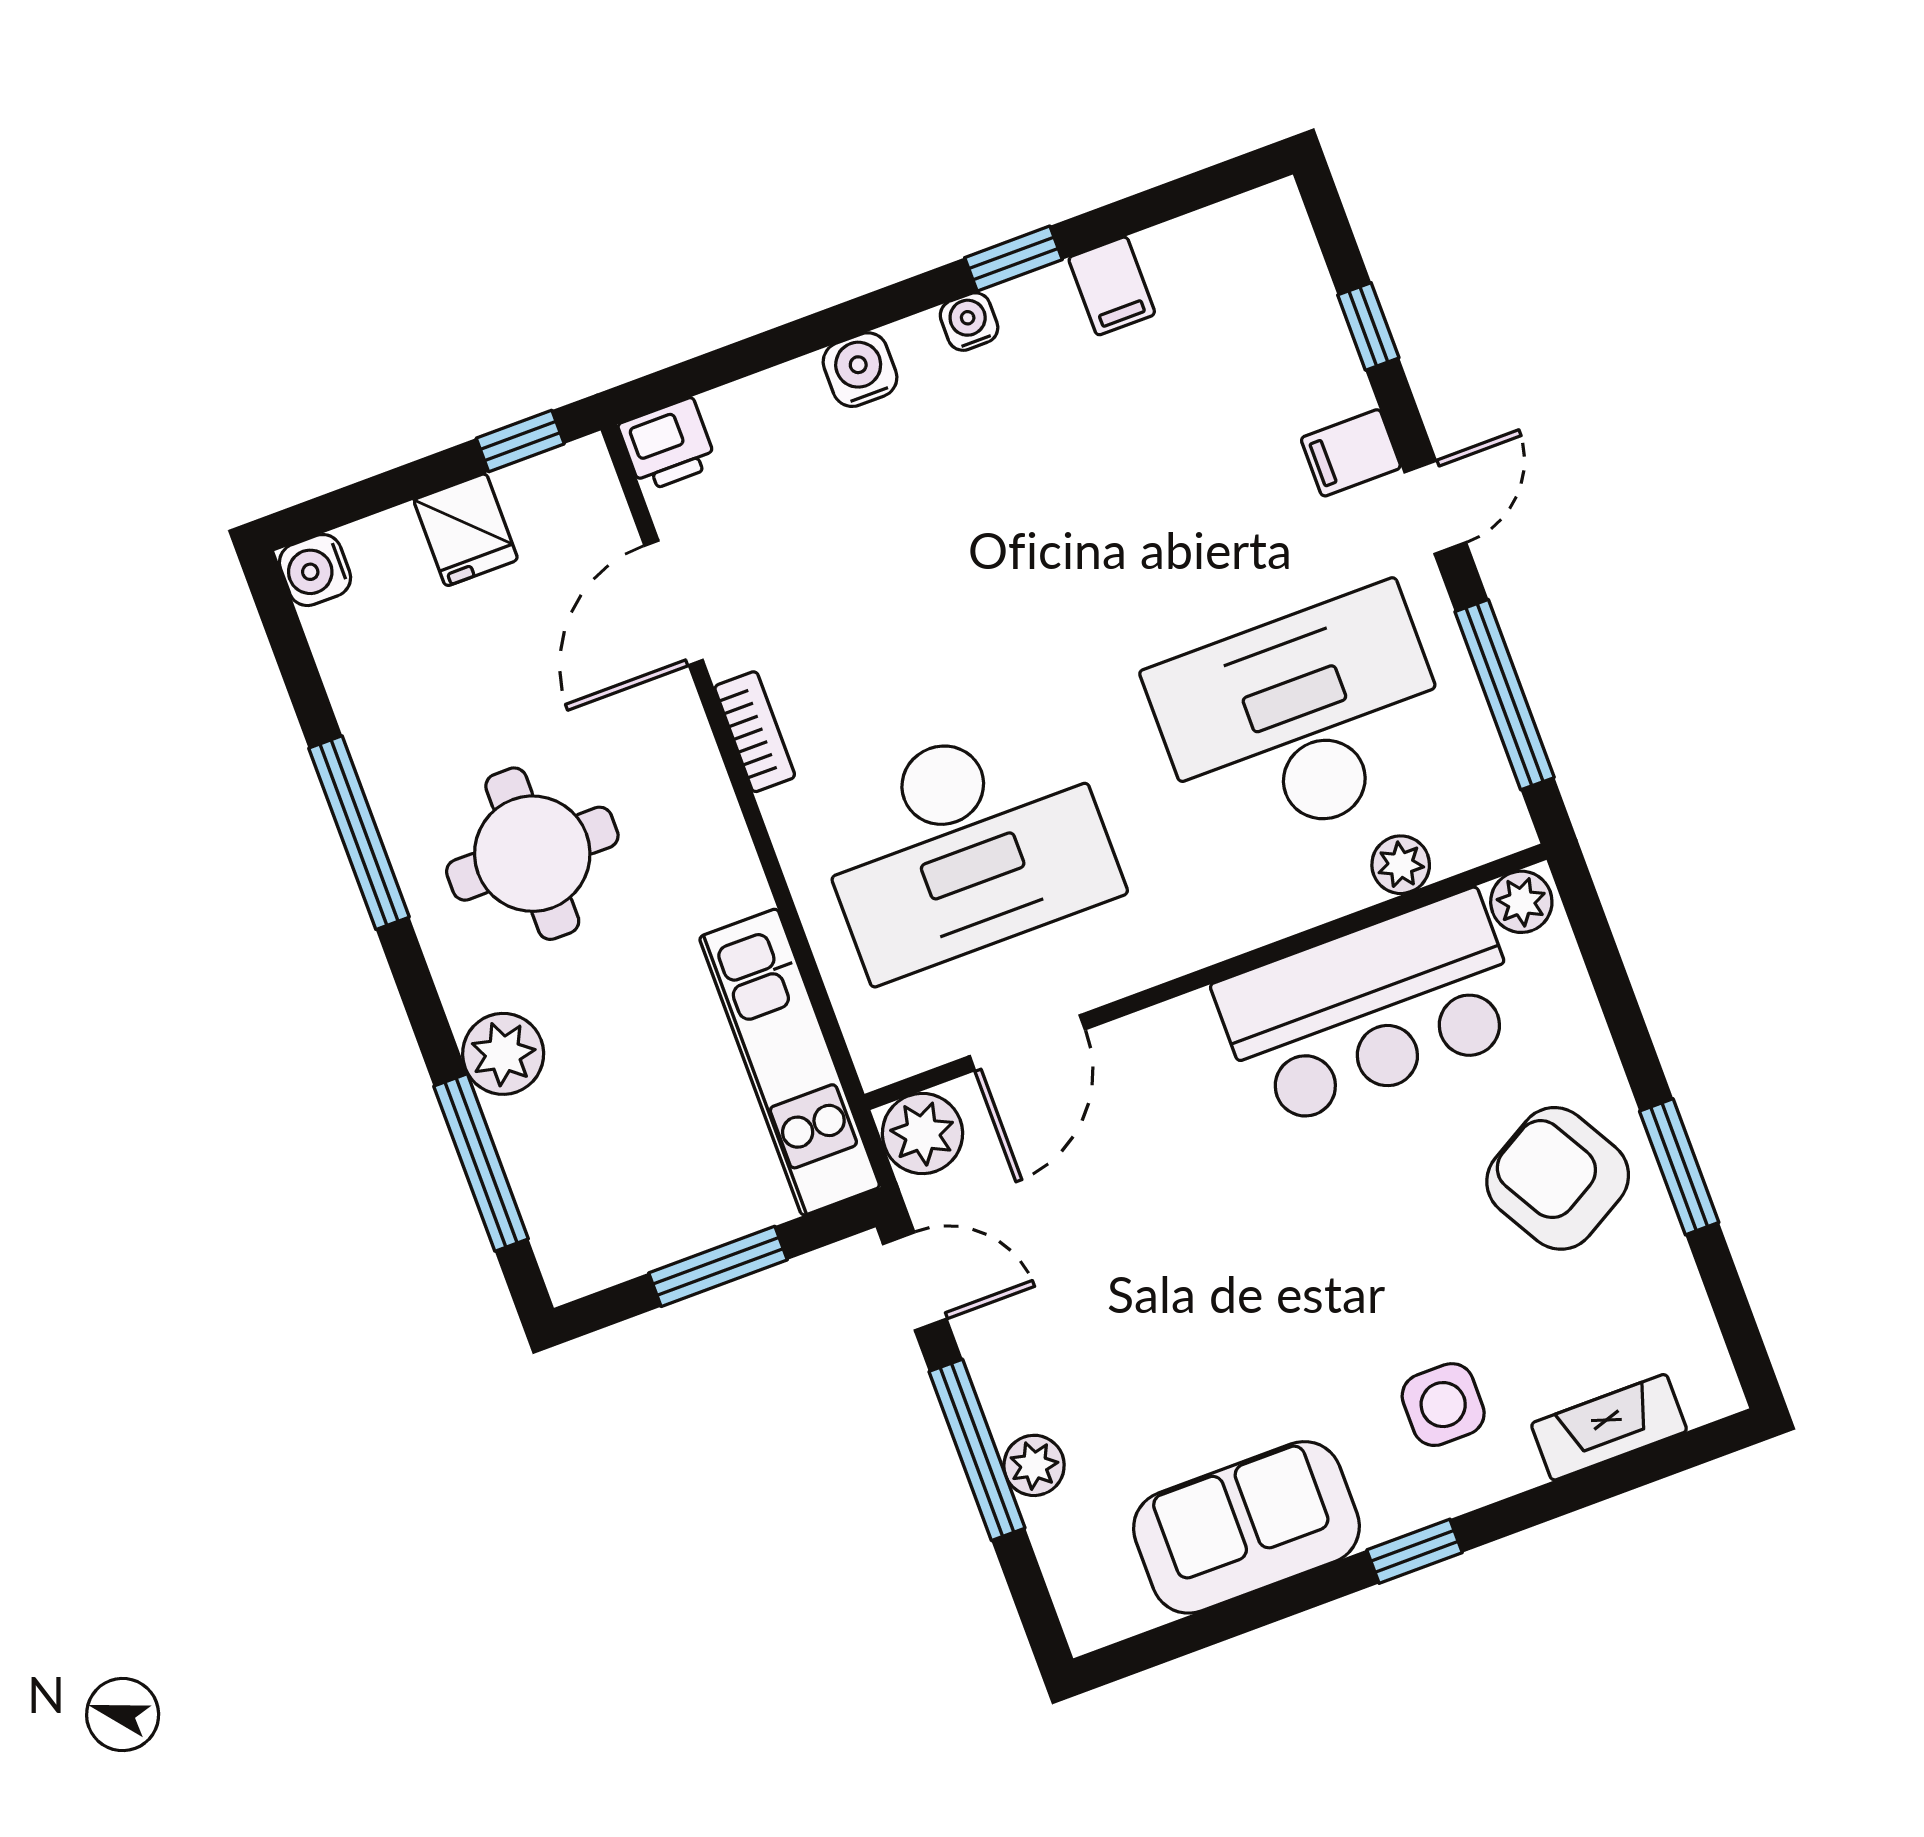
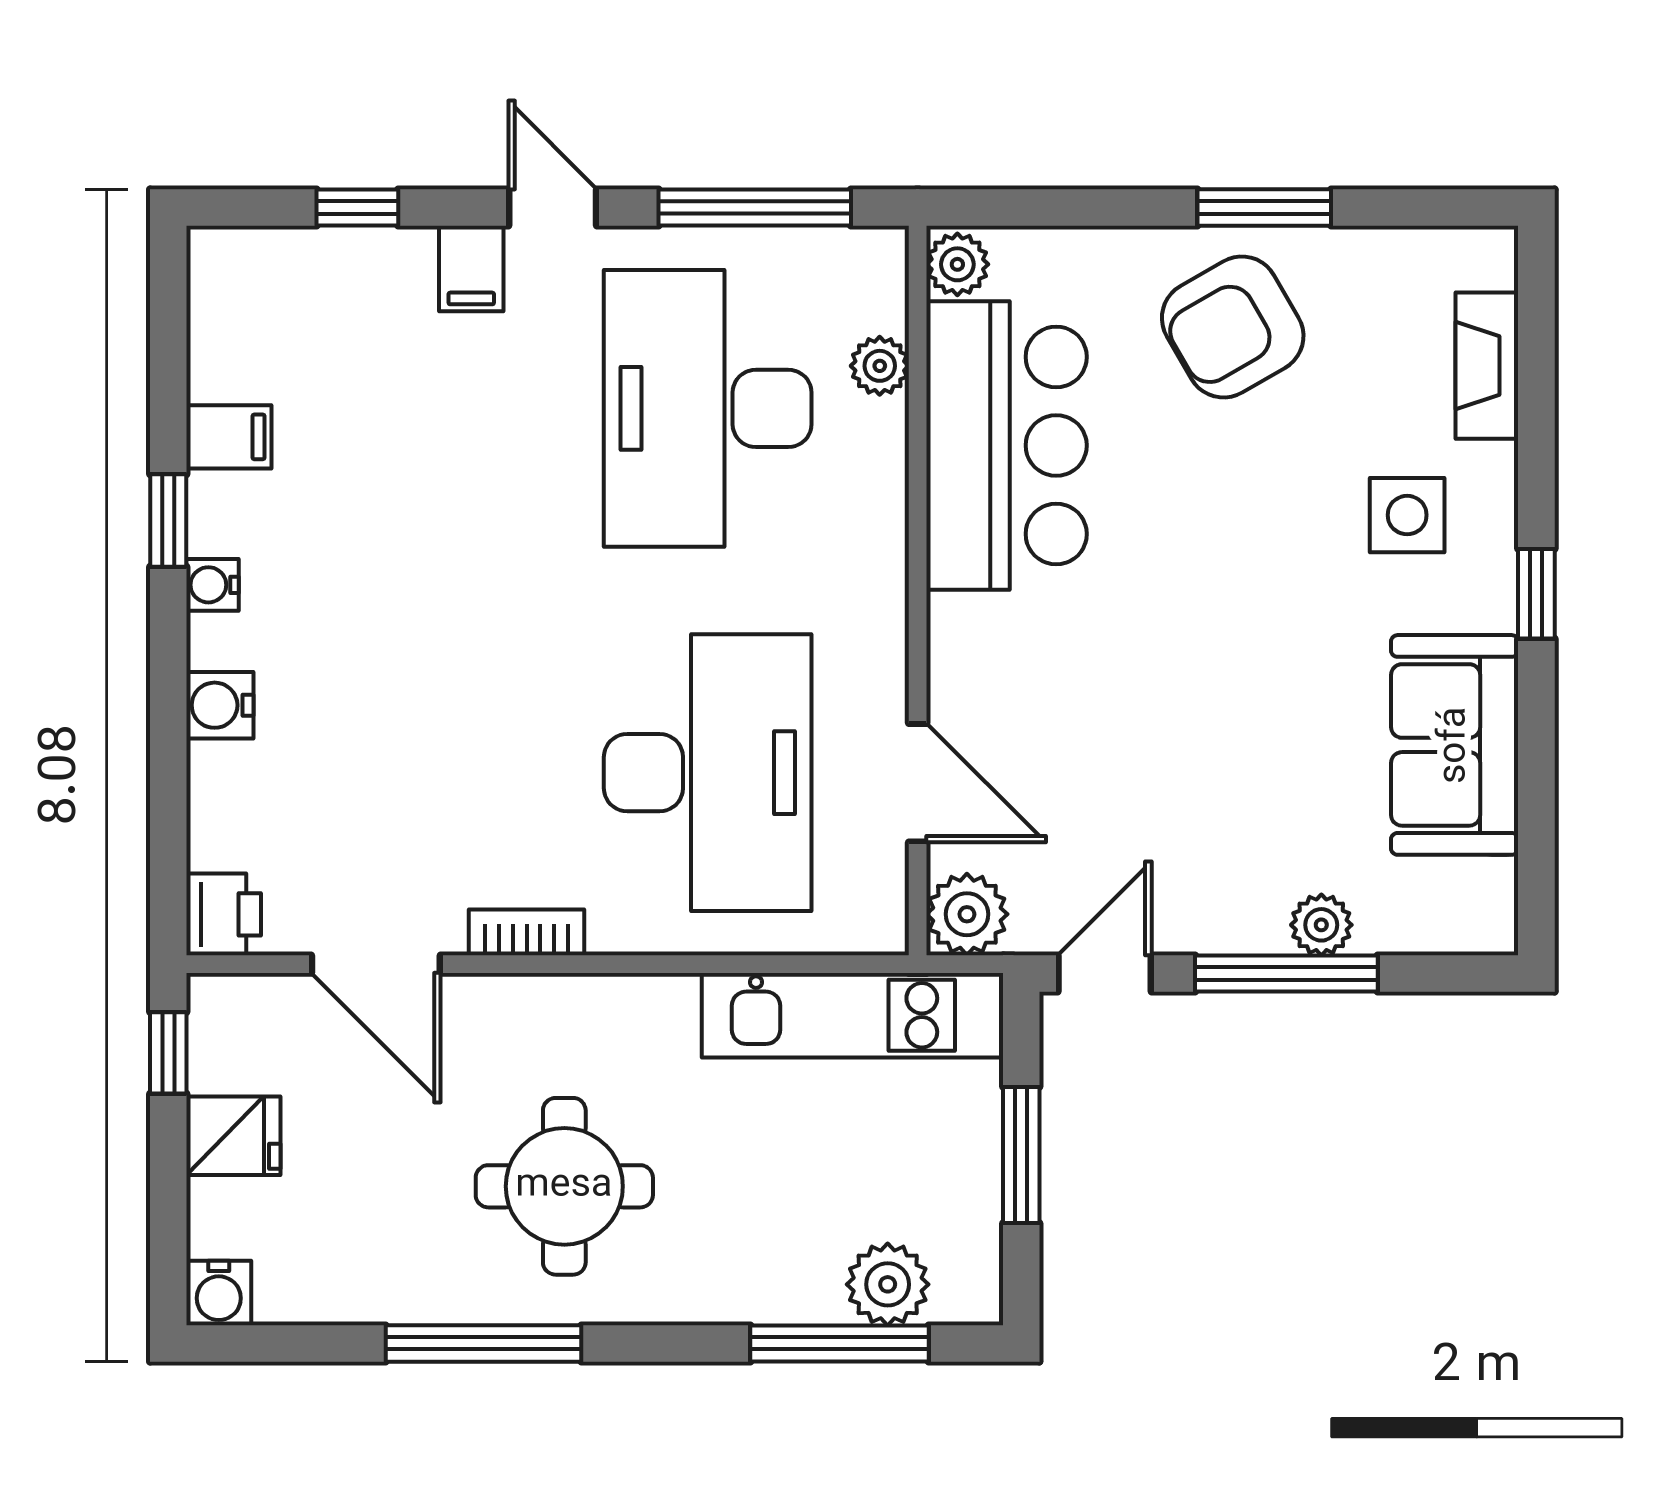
plant: (503, 1054) -> (888, 1284), moved

